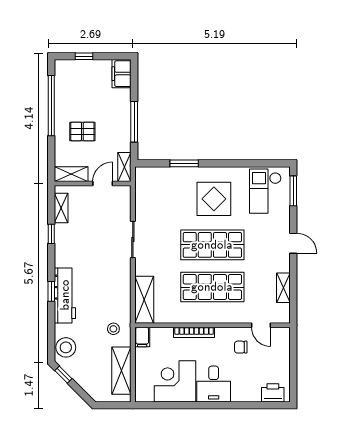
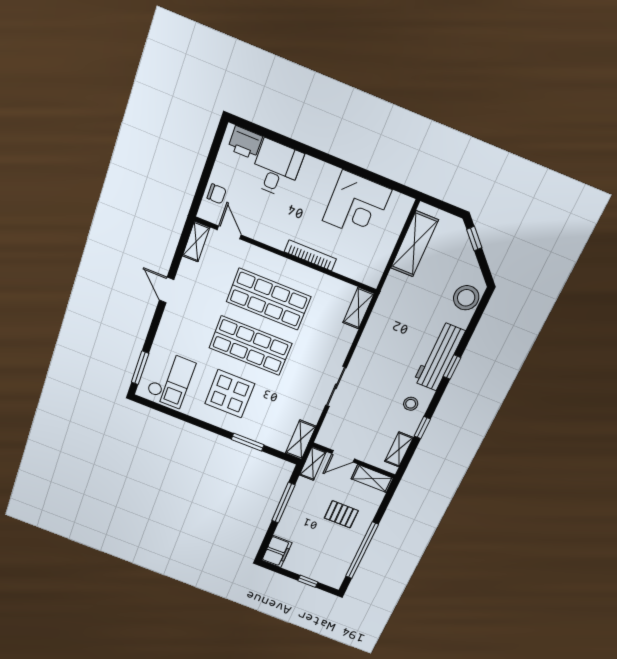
shelving: (142, 183) -> (301, 440), added
door: (293, 243) -> (167, 290), moved
shelving: (283, 288) -> (196, 242), moved
shelving: (144, 300) -> (358, 308), width x0.67, depth x0.75
stool: (113, 329) -> (411, 404), moved
filing cabinet: (142, 337) -> (373, 274), removed
chair: (241, 347) -> (217, 194), moved
window: (63, 375) -> (474, 239), moved
desk: (214, 384) -> (276, 168), moved

